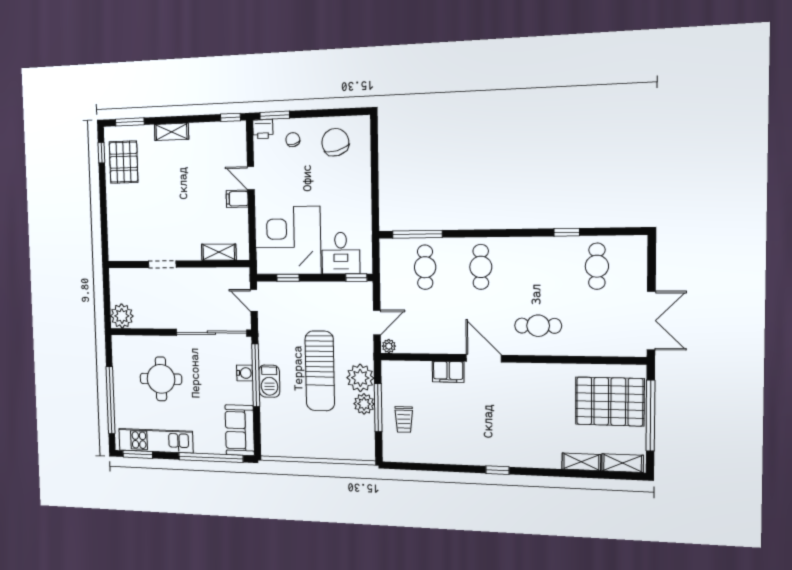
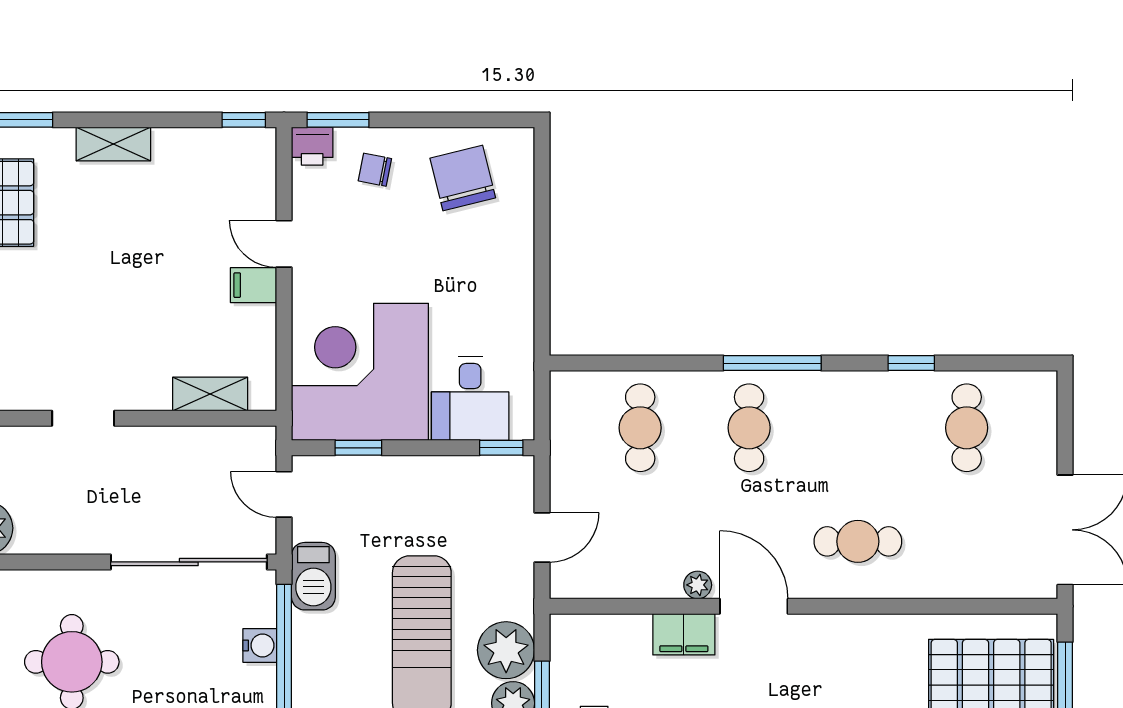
chair: (293, 140) -> (375, 170), turned -64
window: (417, 234) -> (772, 363), moved
plant: (389, 346) -> (698, 585), moved
barbecue: (269, 381) -> (313, 576), moved

